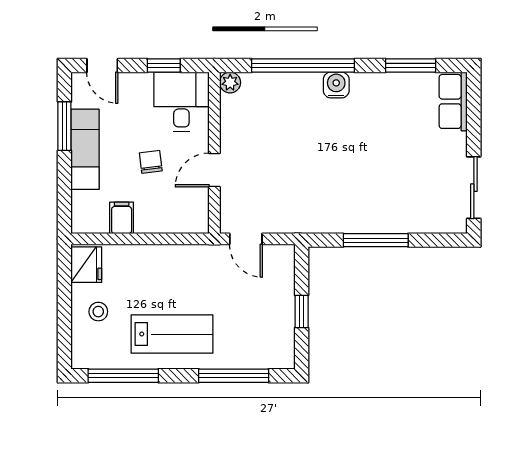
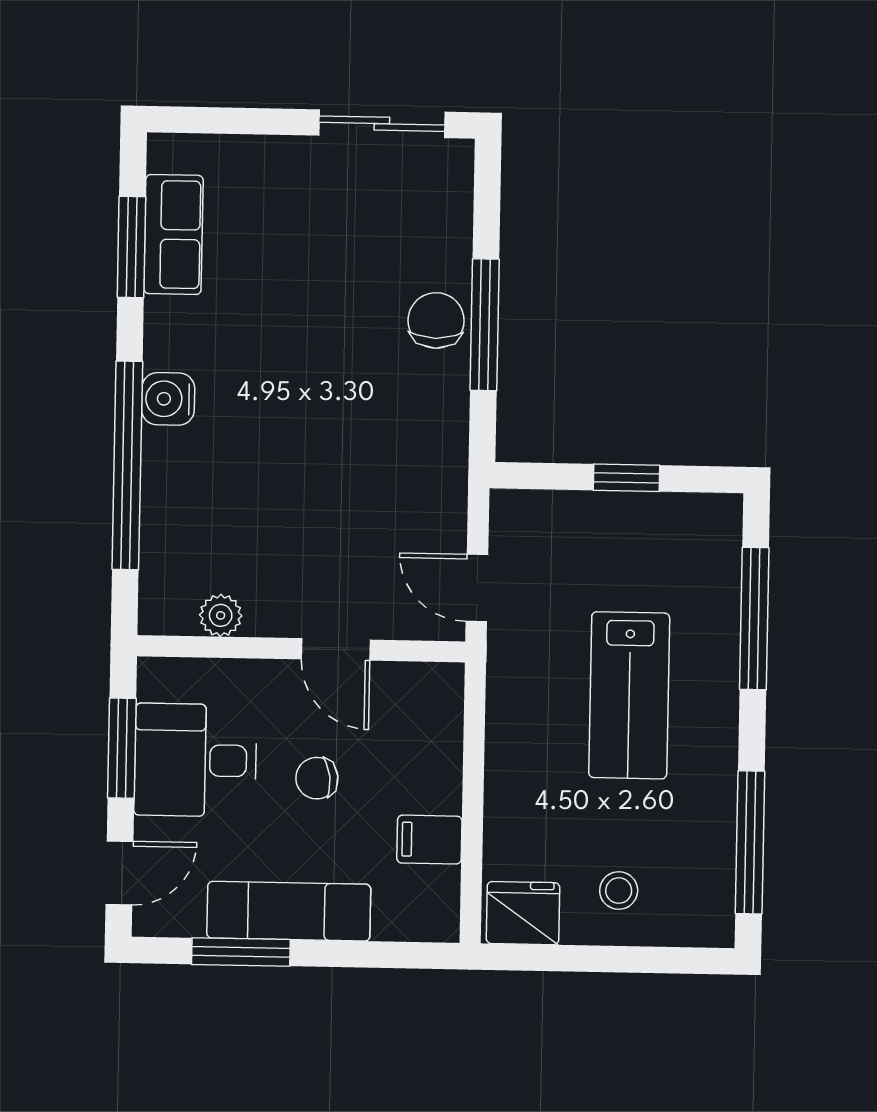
window: (164, 66) -> (122, 748), width x1.50
plant: (230, 83) -> (221, 615), moved
row of seats: (453, 101) -> (173, 234), moved, turned -90
desk: (181, 102) -> (195, 760), moved
chair: (377, 216) -> (436, 320), added
door: (246, 239) -> (477, 588), swing flipped
lab bench: (172, 334) -> (629, 695), moved, turned 180

